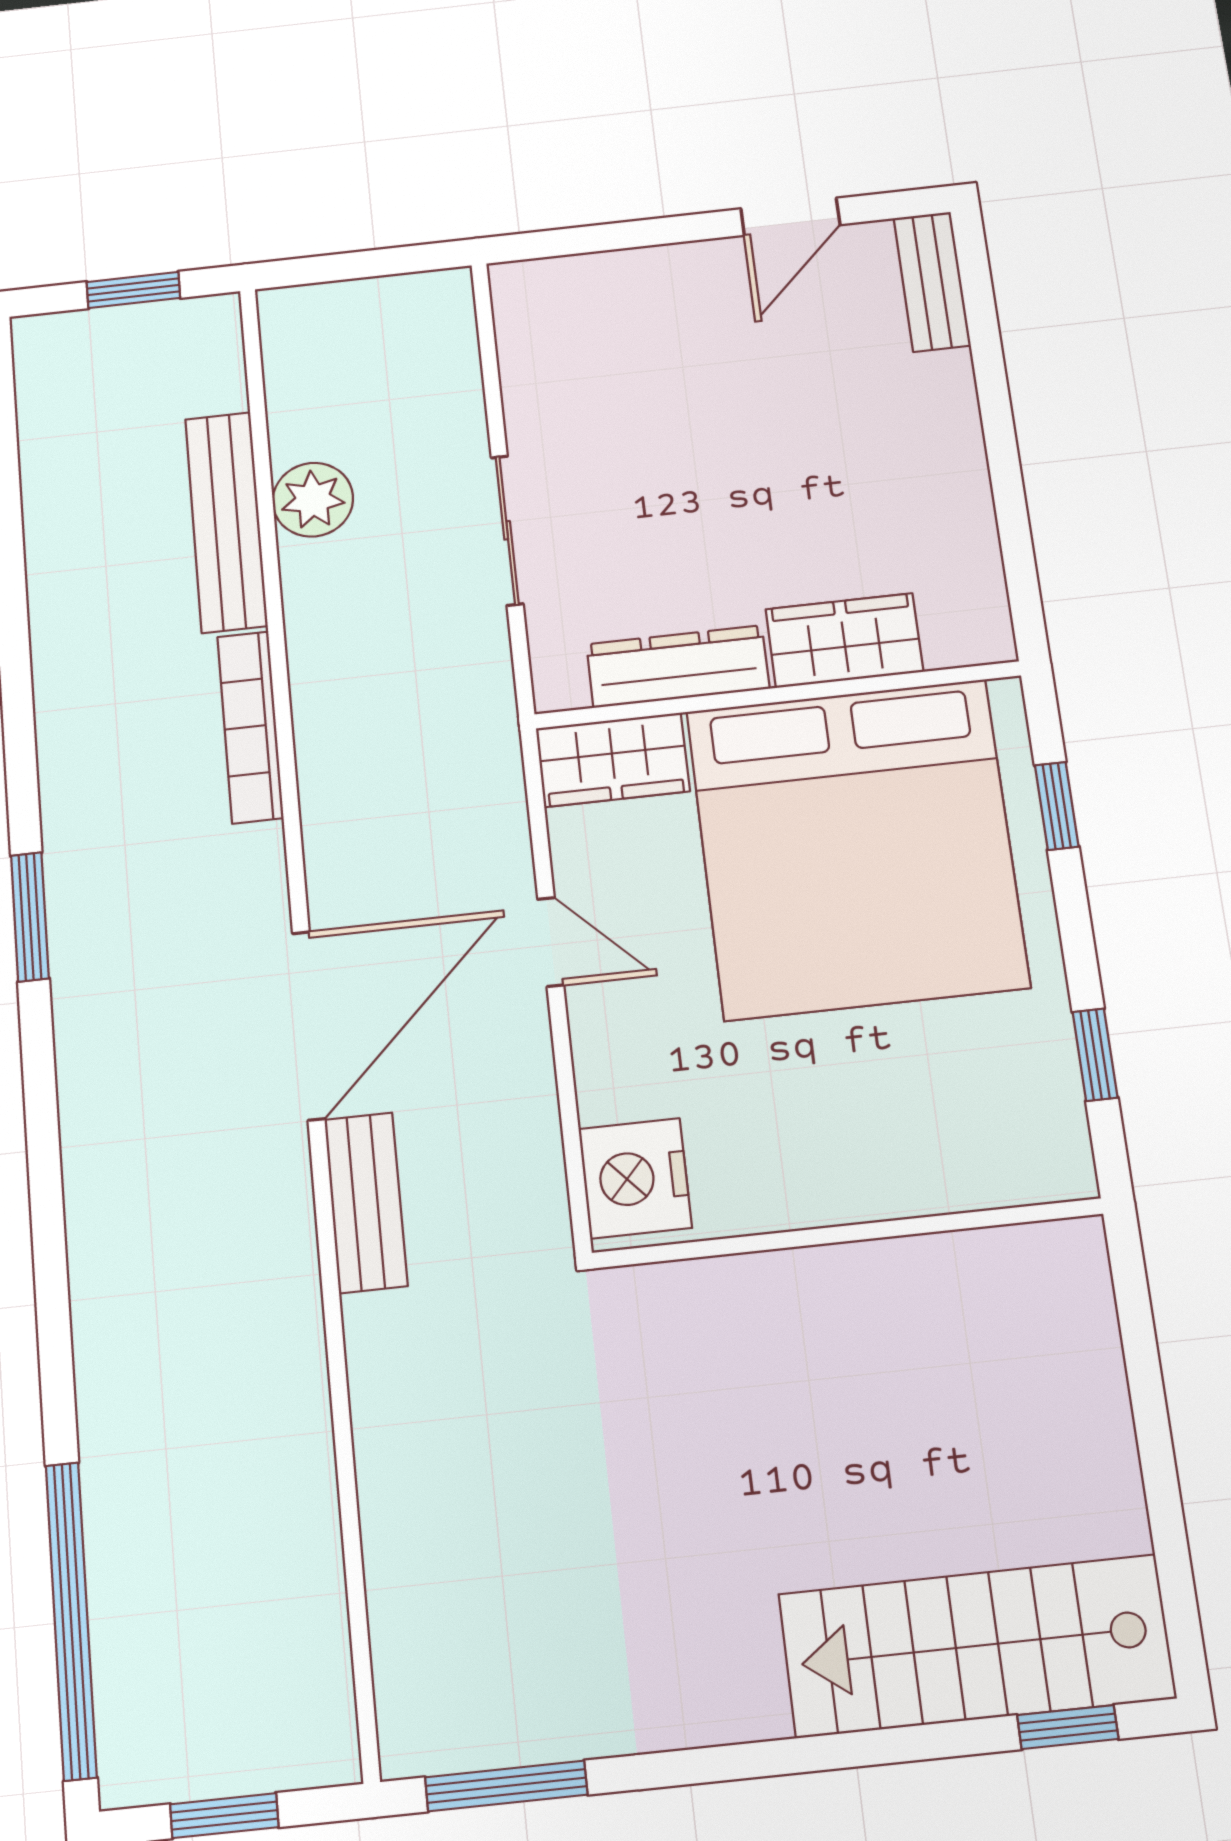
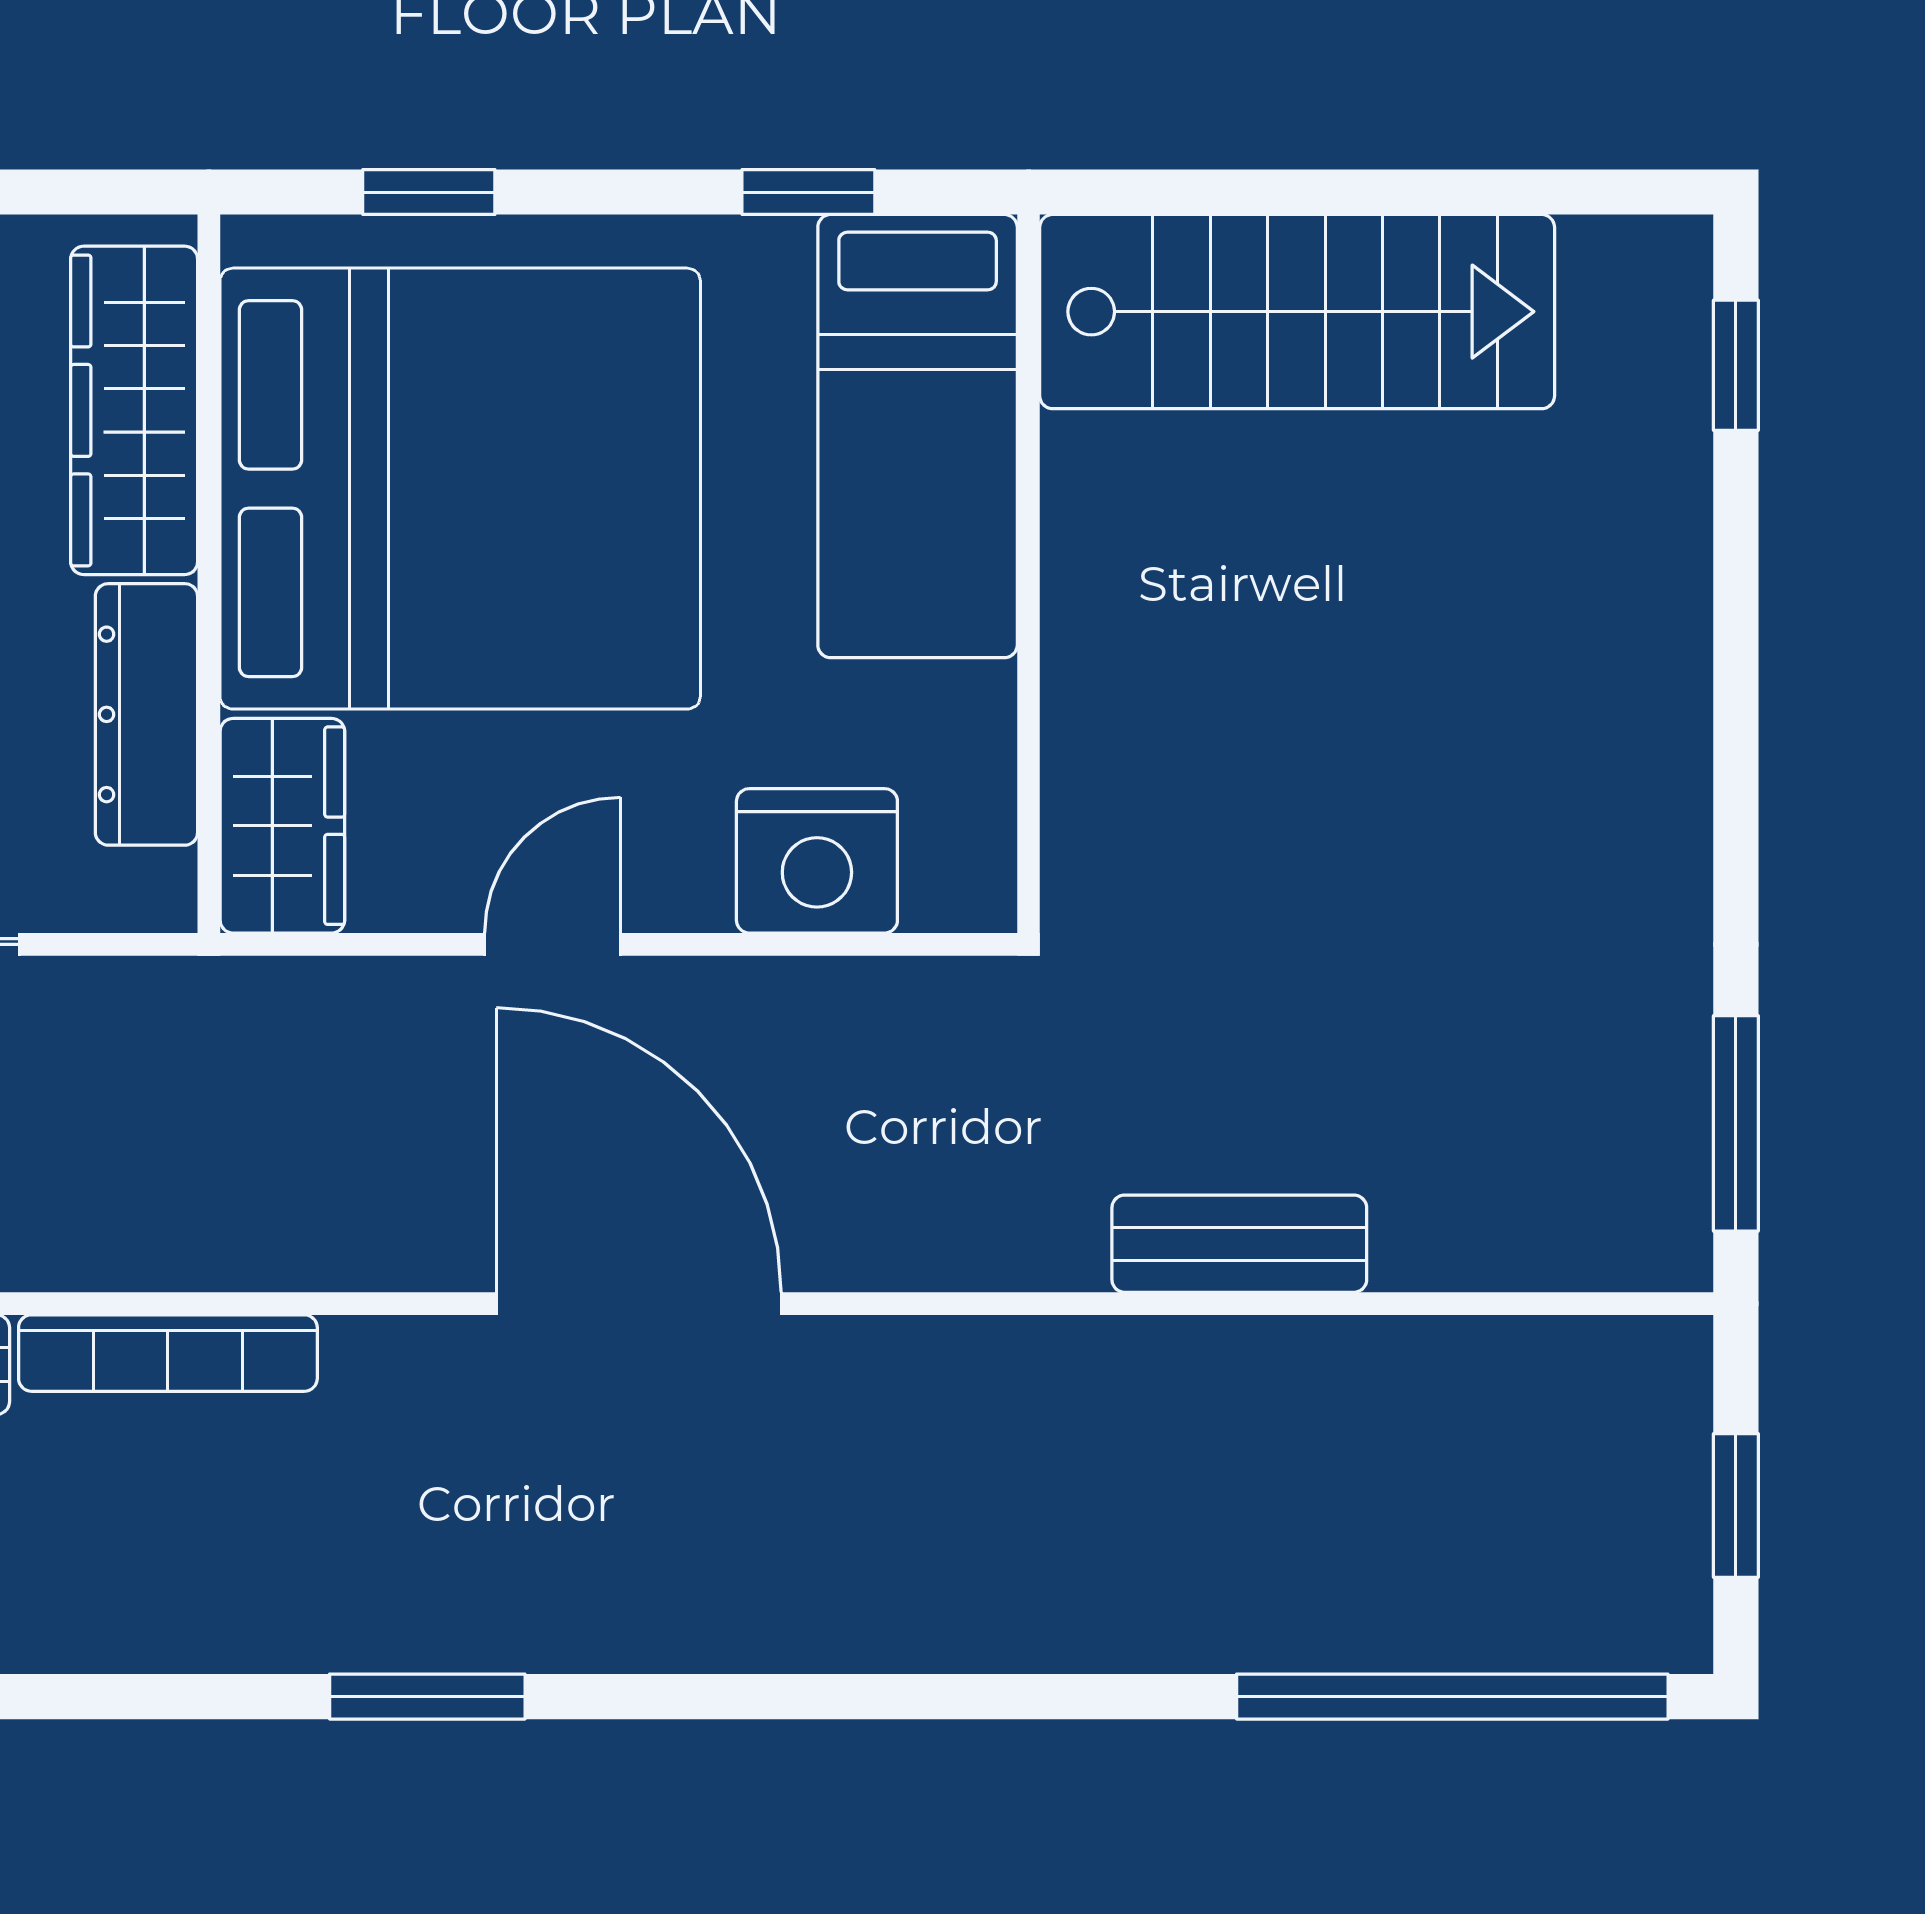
wardrobe: (844, 640) -> (134, 410), width x1.50
bed: (934, 1147) -> (918, 436), added
nightstand: (635, 1178) -> (817, 861), moved
bench: (366, 1202) -> (1239, 1244), moved
stairs: (976, 1646) -> (1297, 312), moved, turned -90

